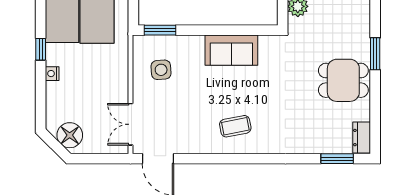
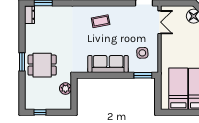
sofa: (231, 50) -> (108, 64), width x1.36
dining table: (343, 80) -> (42, 65), moved

